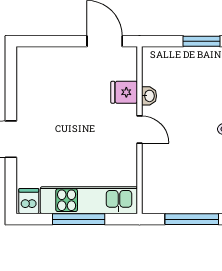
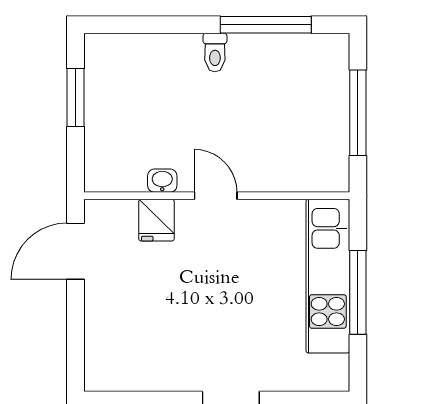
door: (140, 129) -> (216, 196), hinge flipped
dishwasher: (29, 201) -> (329, 371), removed

